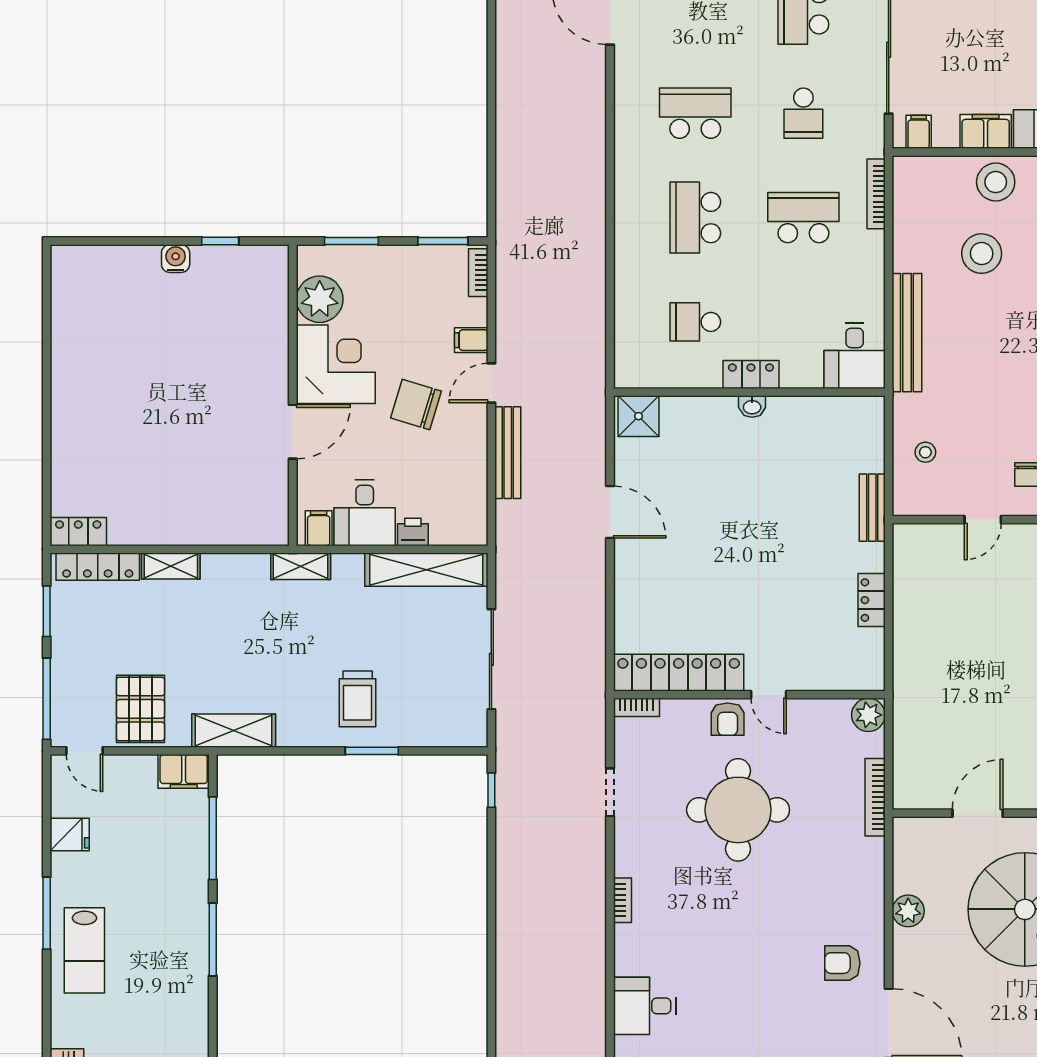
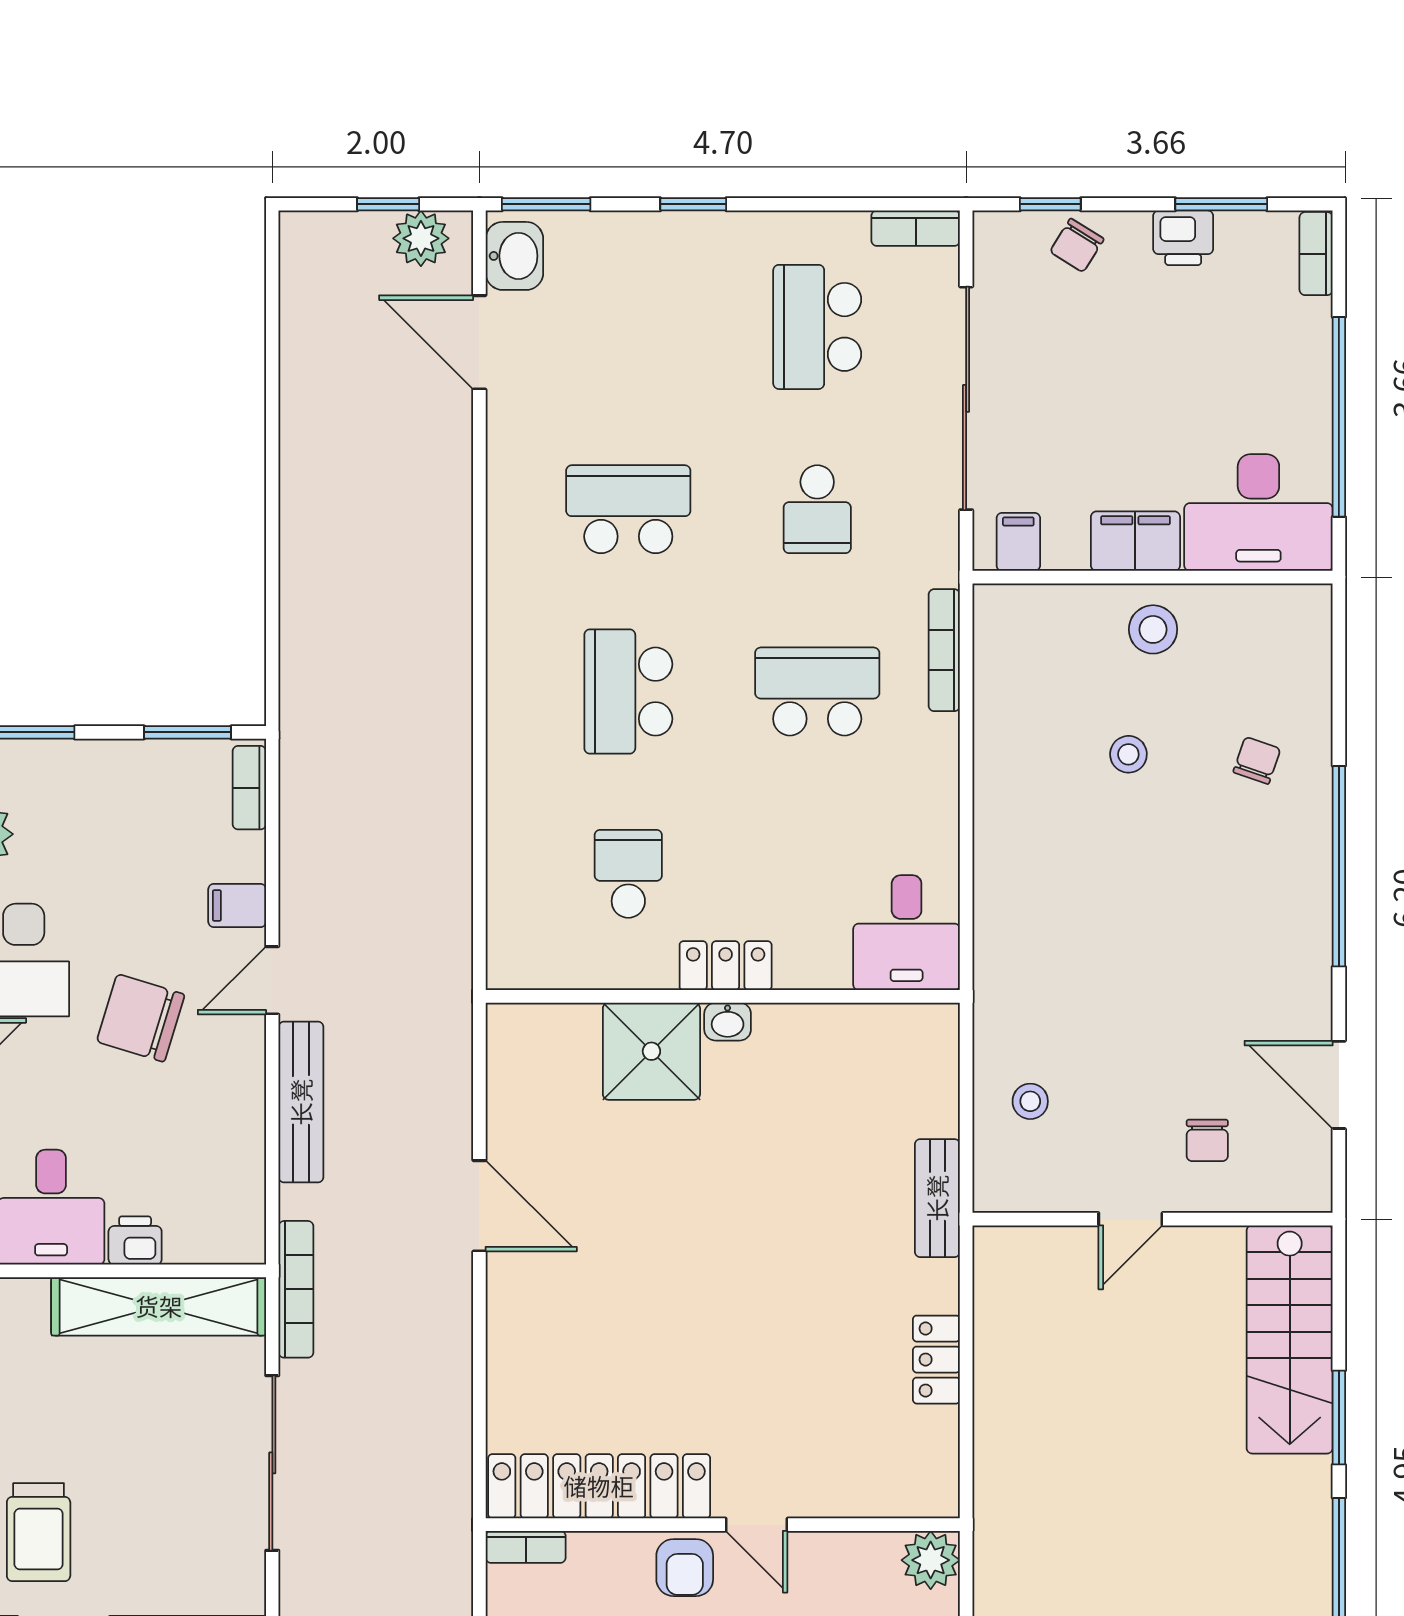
stool: (996, 182) -> (1153, 629), width x0.73, depth x0.73
stool: (982, 254) -> (1128, 754), width x0.53, depth x0.53
school desk: (695, 322) -> (628, 874), turned 90
bench: (907, 333) -> (998, 892), removed
shower: (639, 416) -> (651, 1051), moved, width x1.36, depth x1.36
bookcase: (505, 560) -> (296, 1289), added

